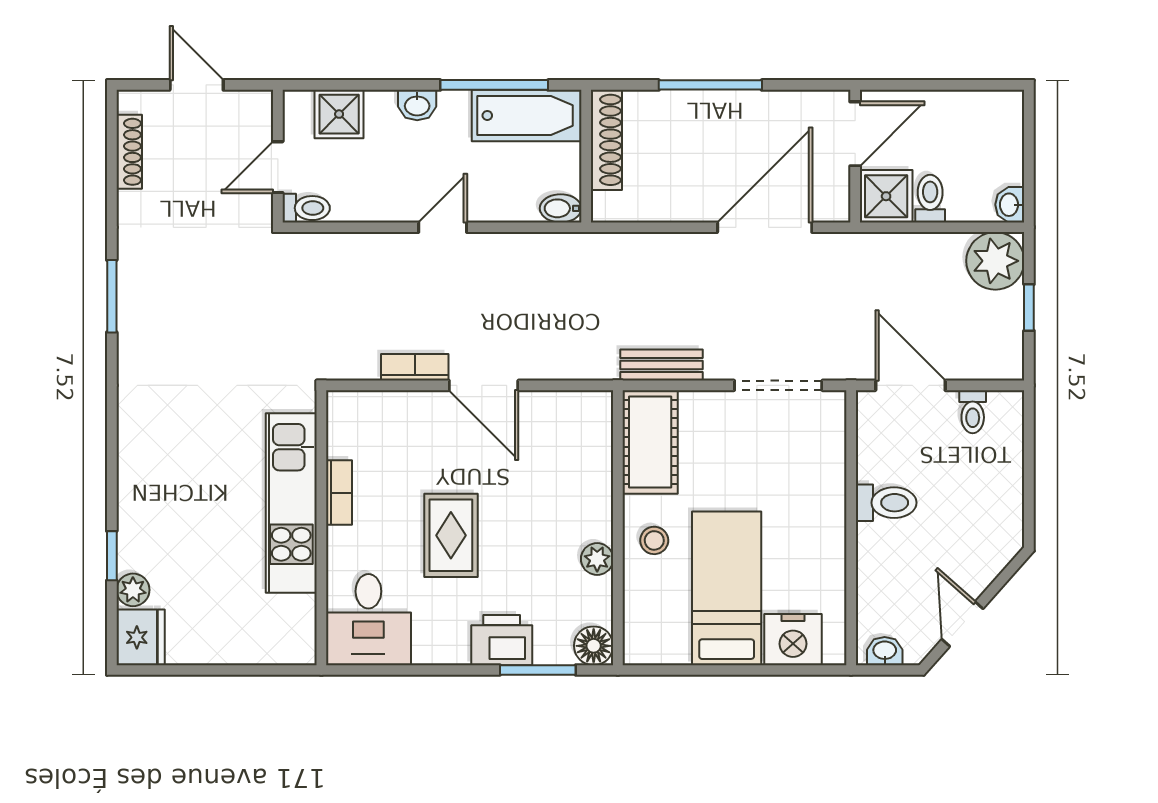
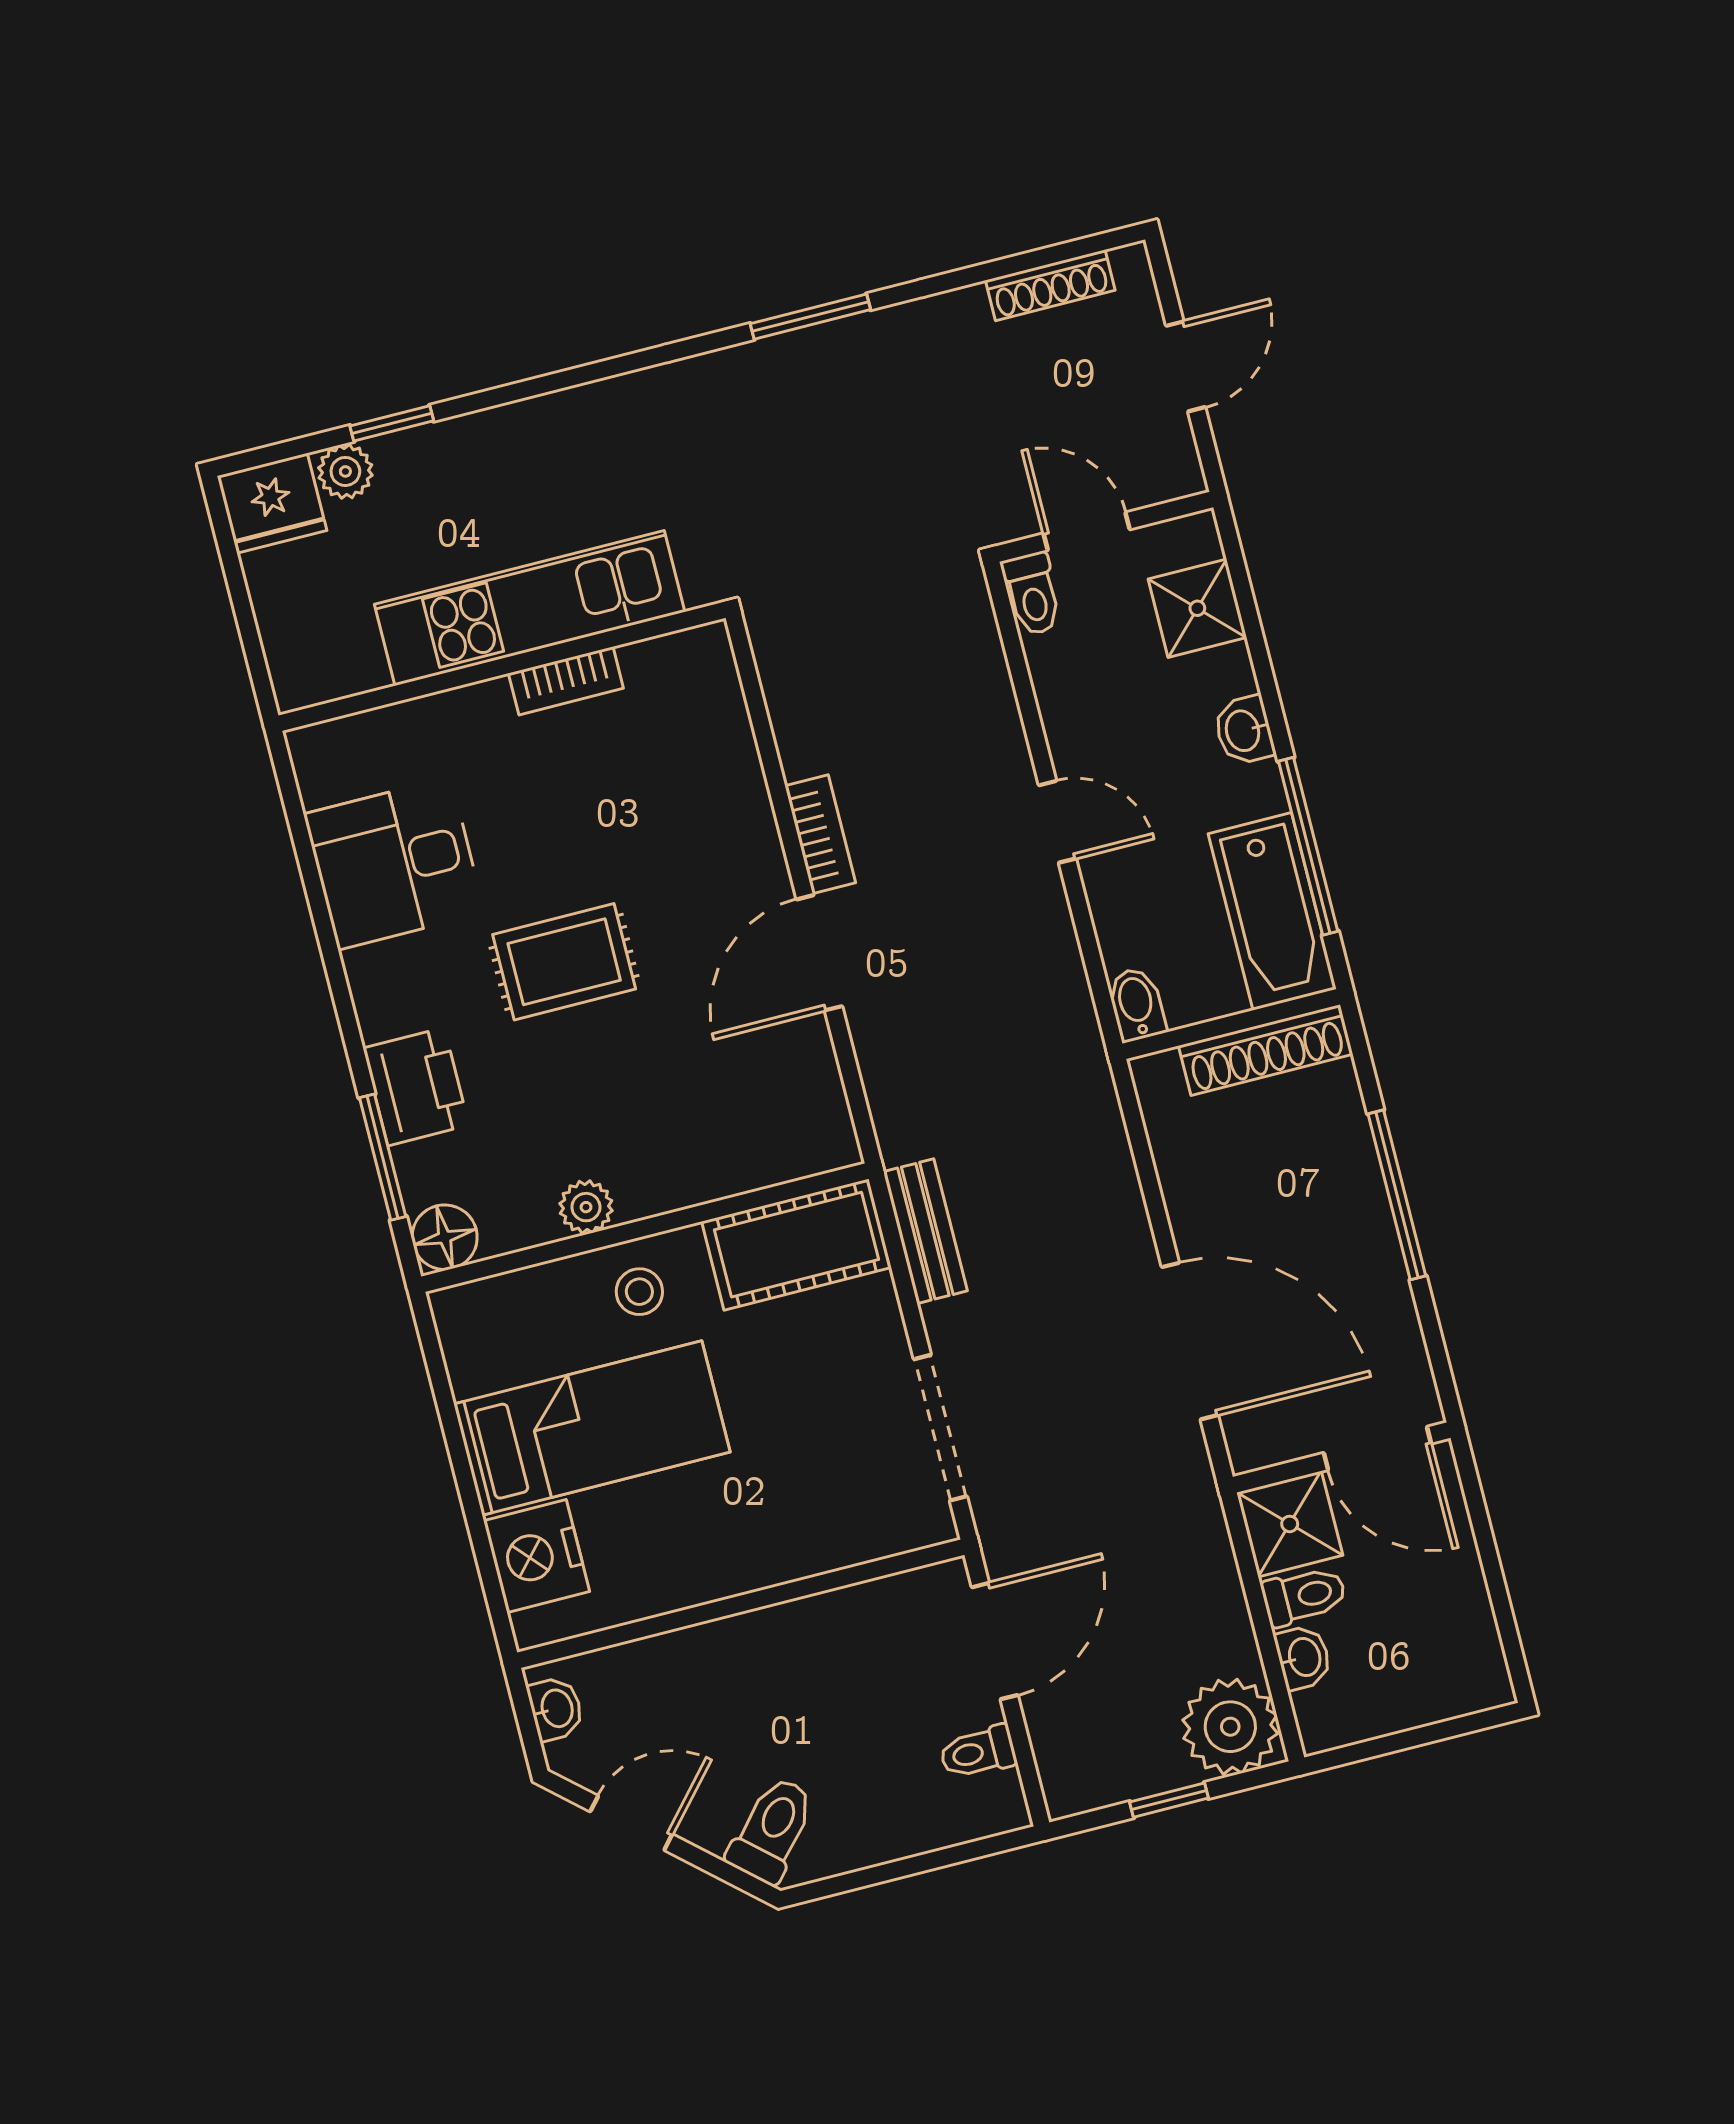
washbasin: (1010, 205) -> (1303, 1657), moved, turned 90
bookcase: (339, 493) -> (566, 681), moved
kitchen unit: (291, 503) -> (530, 608), moved
toilet: (886, 503) -> (772, 1830), moved, turned -138
wall: (321, 528) -> (502, 667), moved

